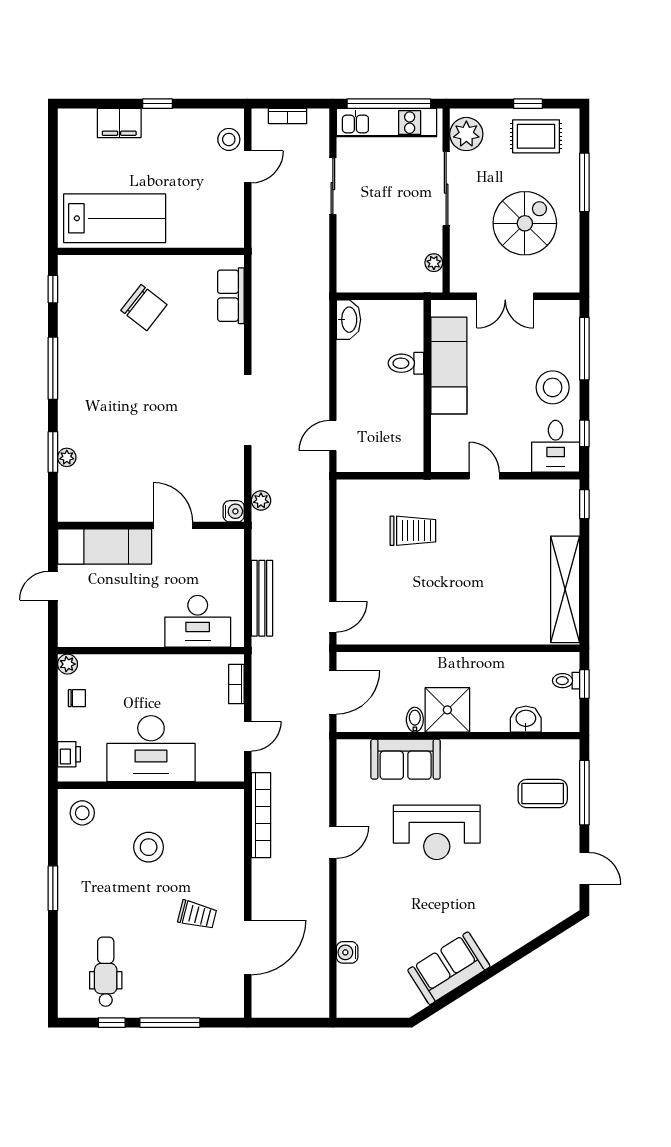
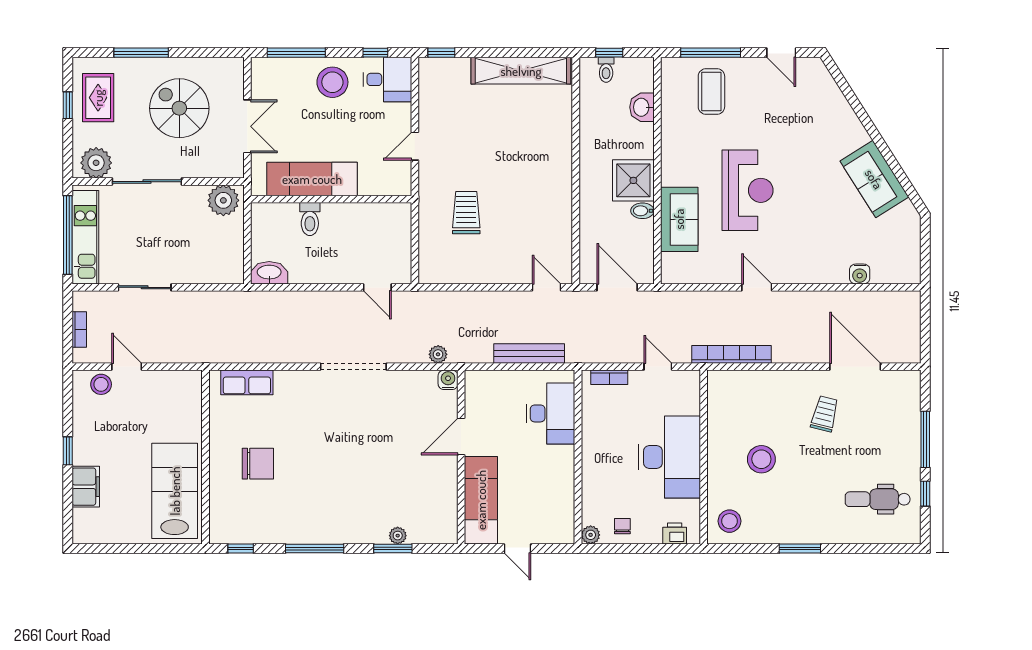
plant: (434, 263) -> (223, 200), width x1.88, depth x1.88
chair: (144, 308) -> (258, 464), turned 52
door: (584, 868) -> (781, 53), swing flipped

